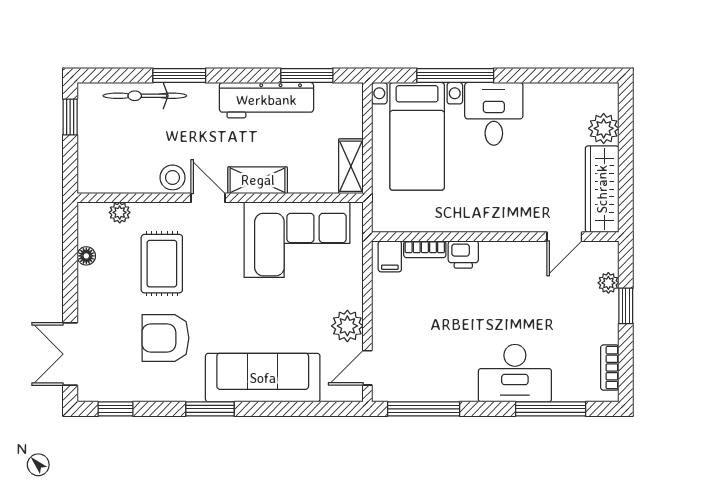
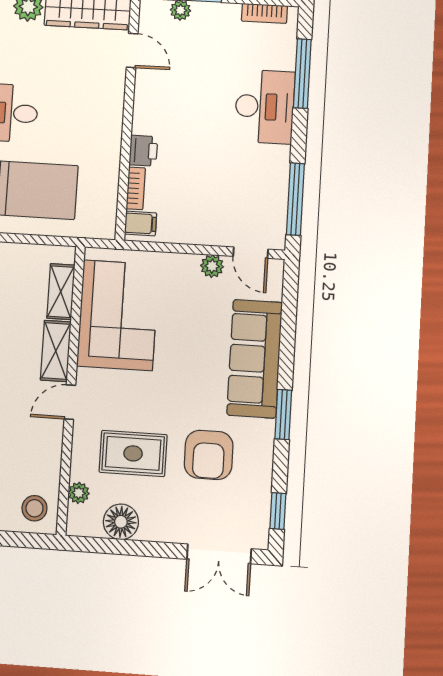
shelving: (351, 166) -> (61, 292), moved, turned 90
stool: (173, 177) -> (34, 508), moved
floor lamp: (86, 256) -> (121, 522), width x1.89, depth x1.89
plant: (347, 326) -> (212, 266), width x0.73, depth x0.73

